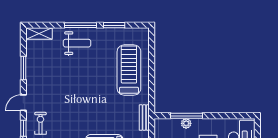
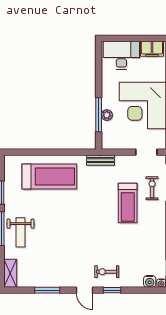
weight bench: (77, 43) -> (20, 232), turned 180
treadmill: (129, 70) -> (49, 177), turned 180

